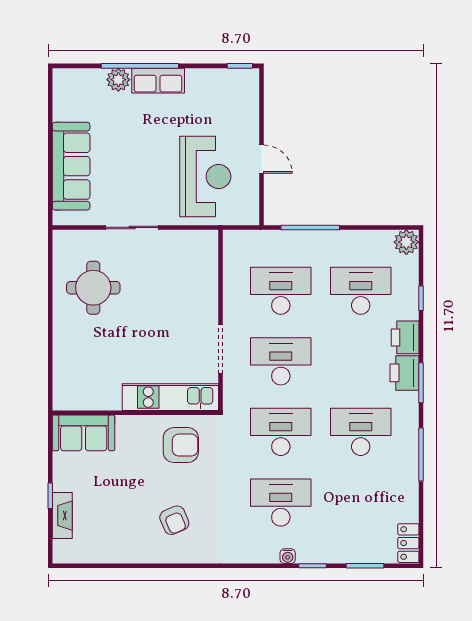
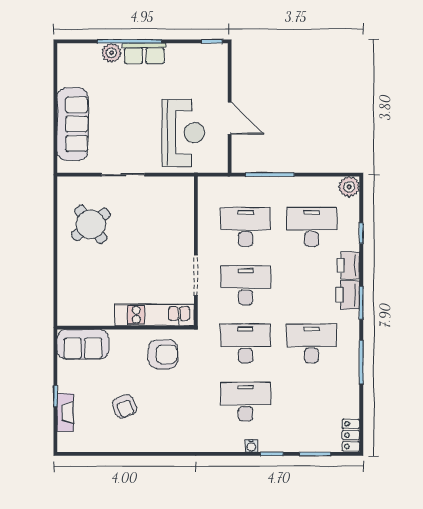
door: (261, 159) -> (230, 118), width x1.38
round table: (93, 288) -> (91, 224), turned -37
armchair: (174, 520) -> (124, 406), moved

